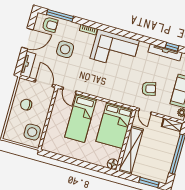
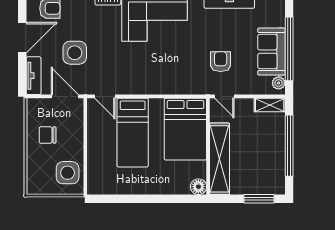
side table: (65, 49) -> (75, 53), moved
armchair: (149, 89) -> (221, 62), turned -77

